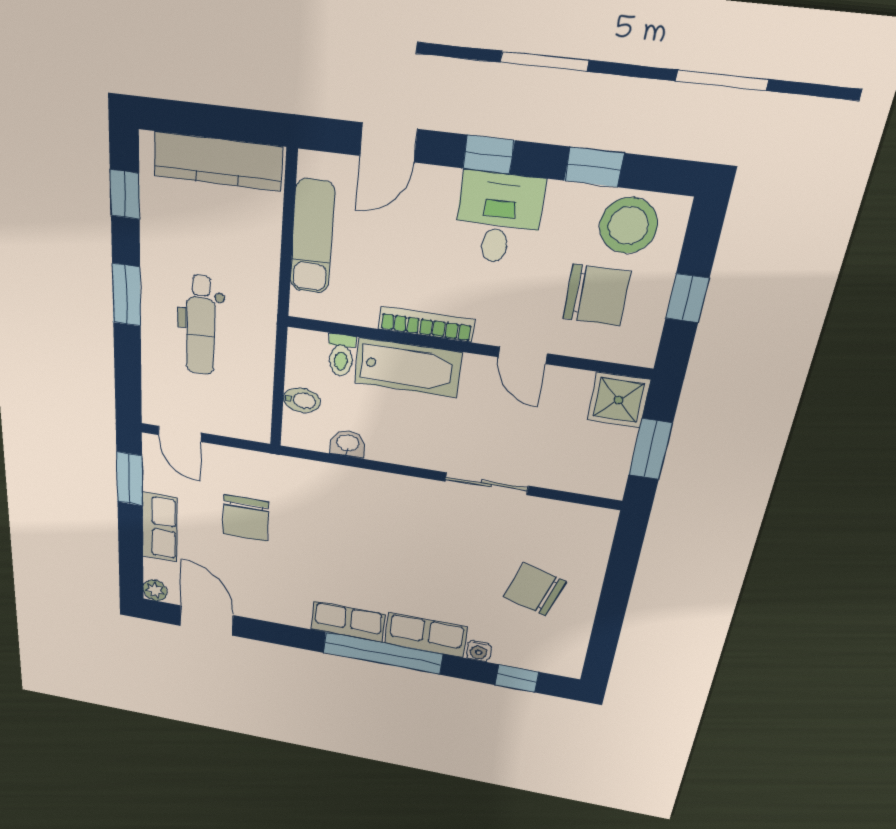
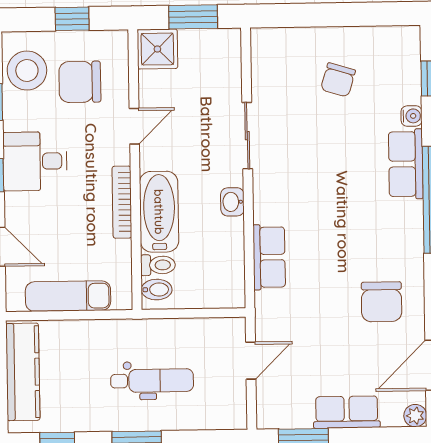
chair: (596, 295) -> (80, 82), turned -90
bidet: (302, 400) -> (157, 290), moved, turned 90
door: (180, 434) -> (251, 361), moved
washbasin: (348, 444) -> (232, 202), moved
chair: (246, 518) -> (382, 302), moved, turned 90
chair: (535, 589) -> (338, 80), width x0.73, depth x0.73
row of seats: (348, 622) -> (269, 257), moved, turned 180

